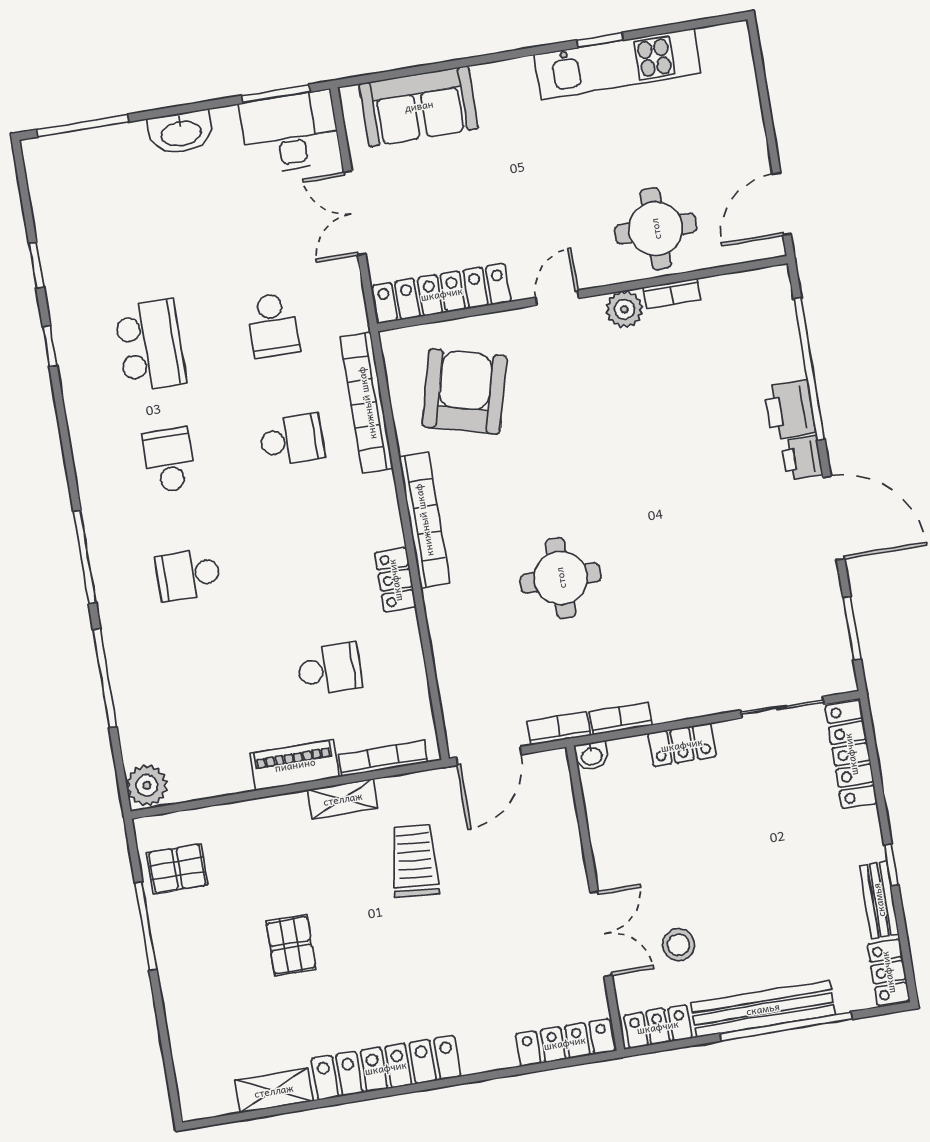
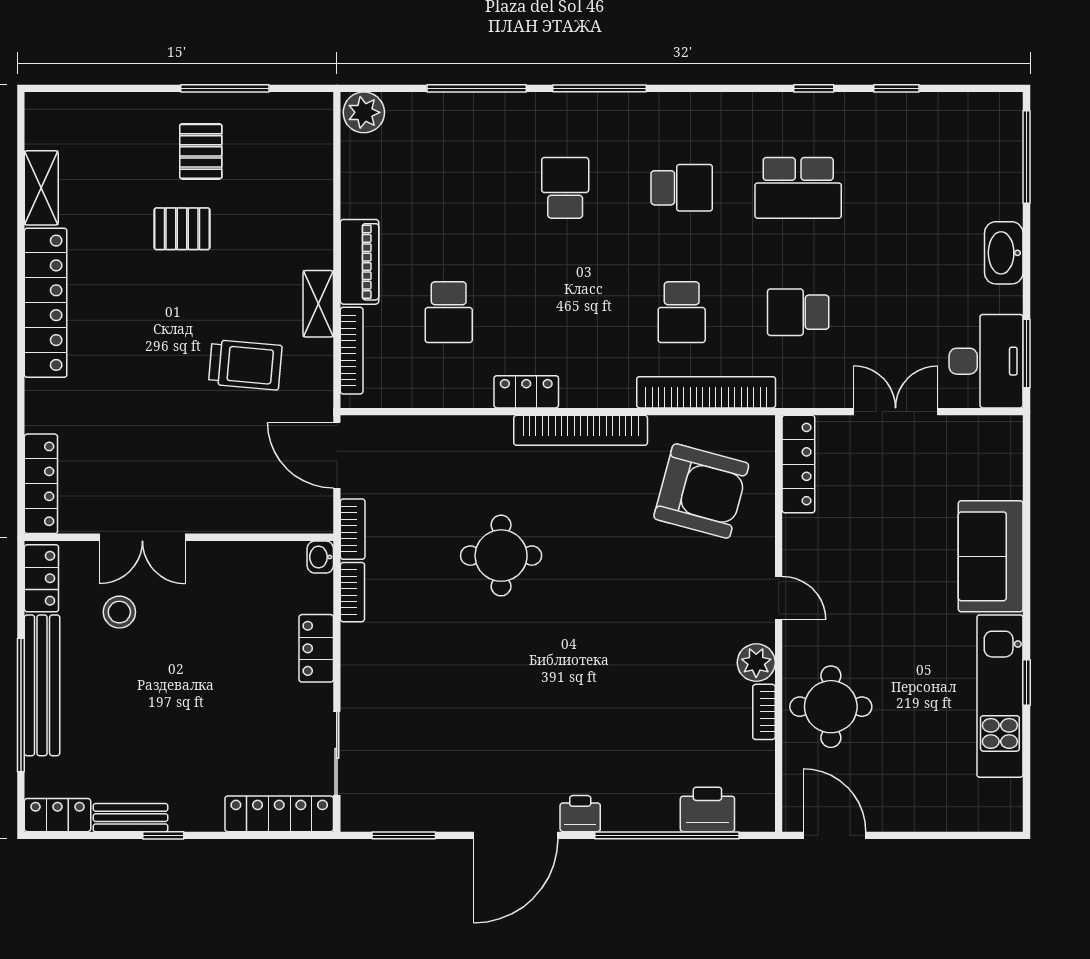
sofa: (419, 106) -> (991, 556), moved
locker: (442, 294) -> (798, 464), width x0.71, depth x0.83
printer: (790, 410) -> (707, 809), moved
pallet: (177, 869) -> (201, 151), moved

